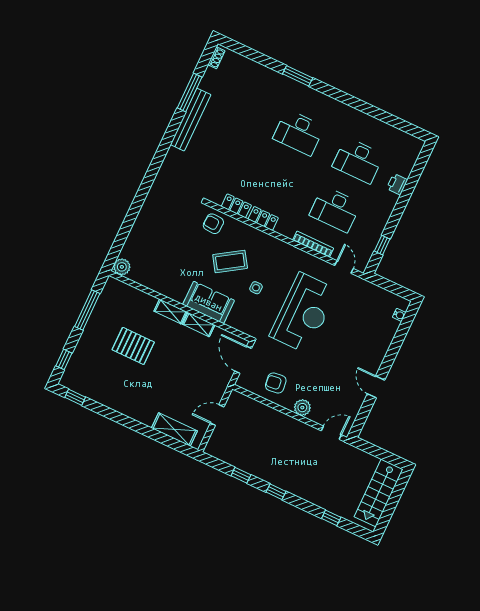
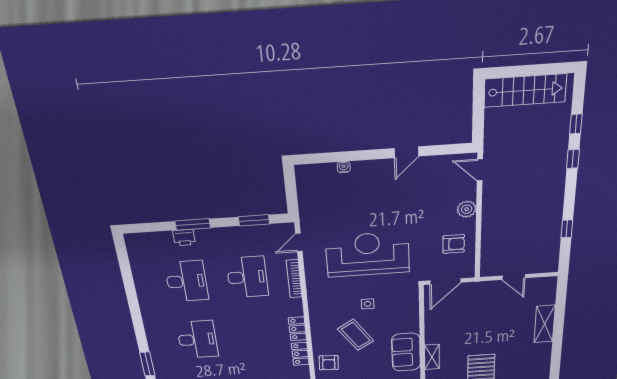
window: (404, 198) -> (193, 224), added
window: (382, 245) -> (254, 220), width x1.50
sofa: (209, 302) -> (406, 352), moved
water cooler: (399, 315) -> (344, 167), moved
shelving: (199, 325) -> (432, 331), removed
armchair: (276, 383) -> (454, 244), turned -83
shelving: (174, 429) -> (545, 324), moved
window: (276, 492) -> (573, 159), moved

